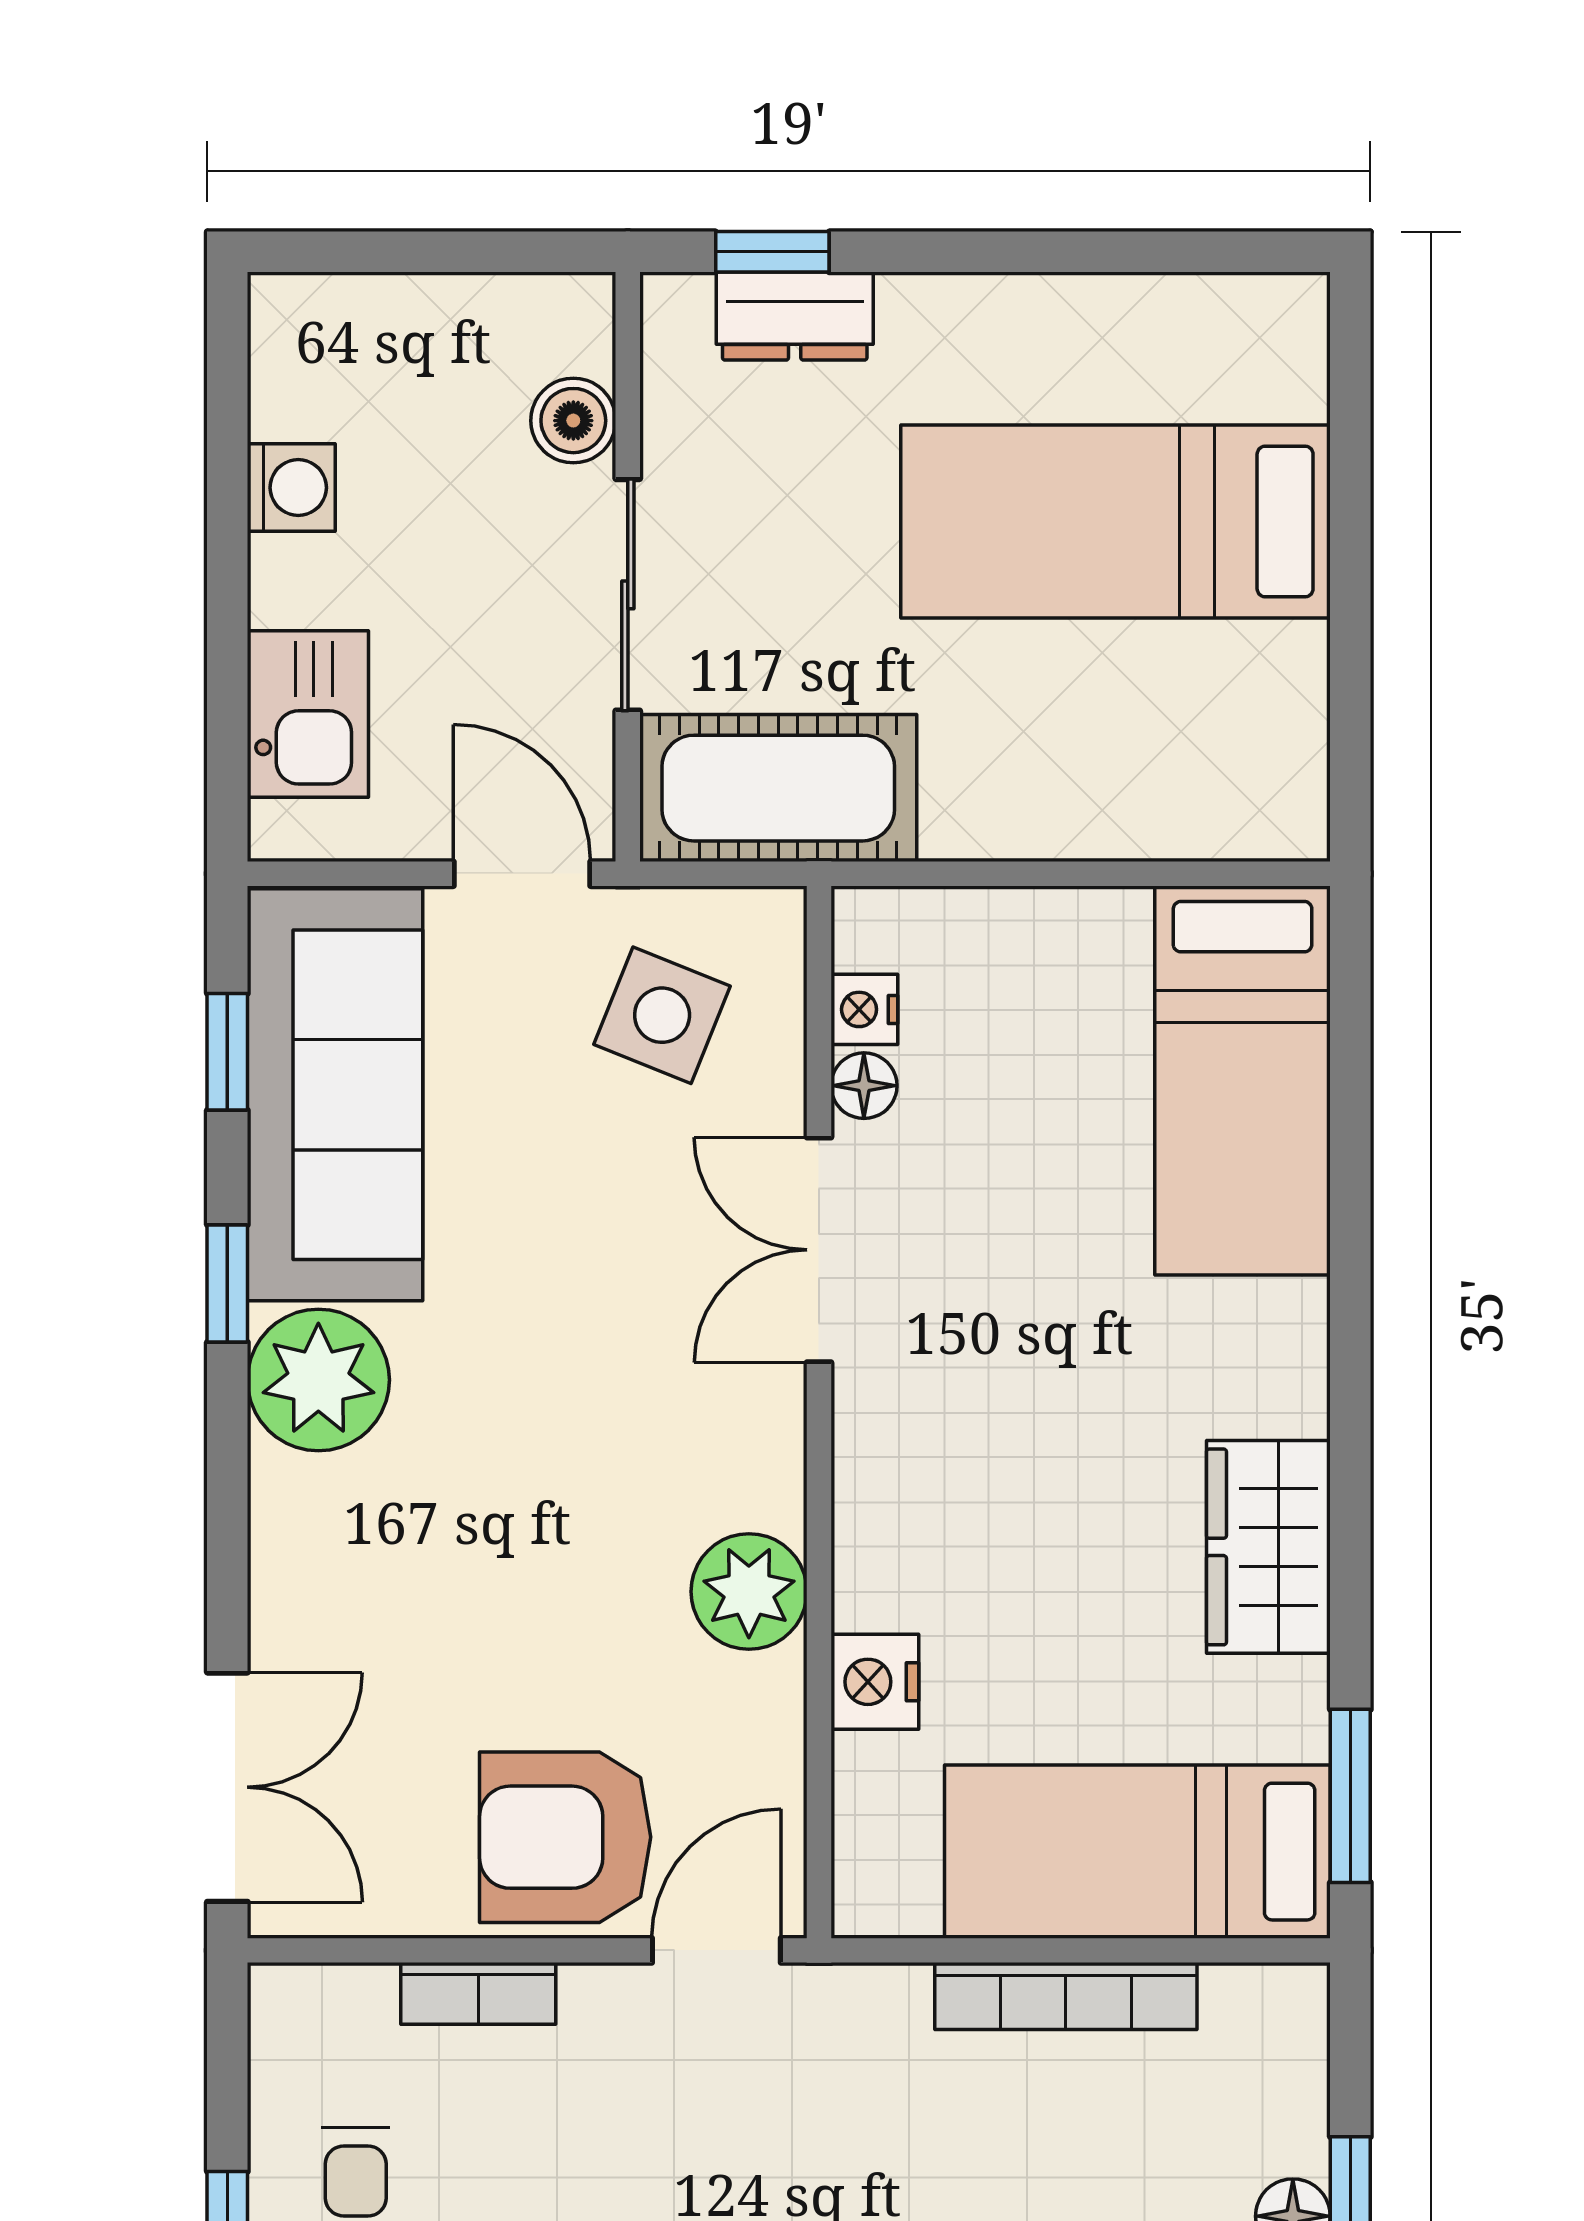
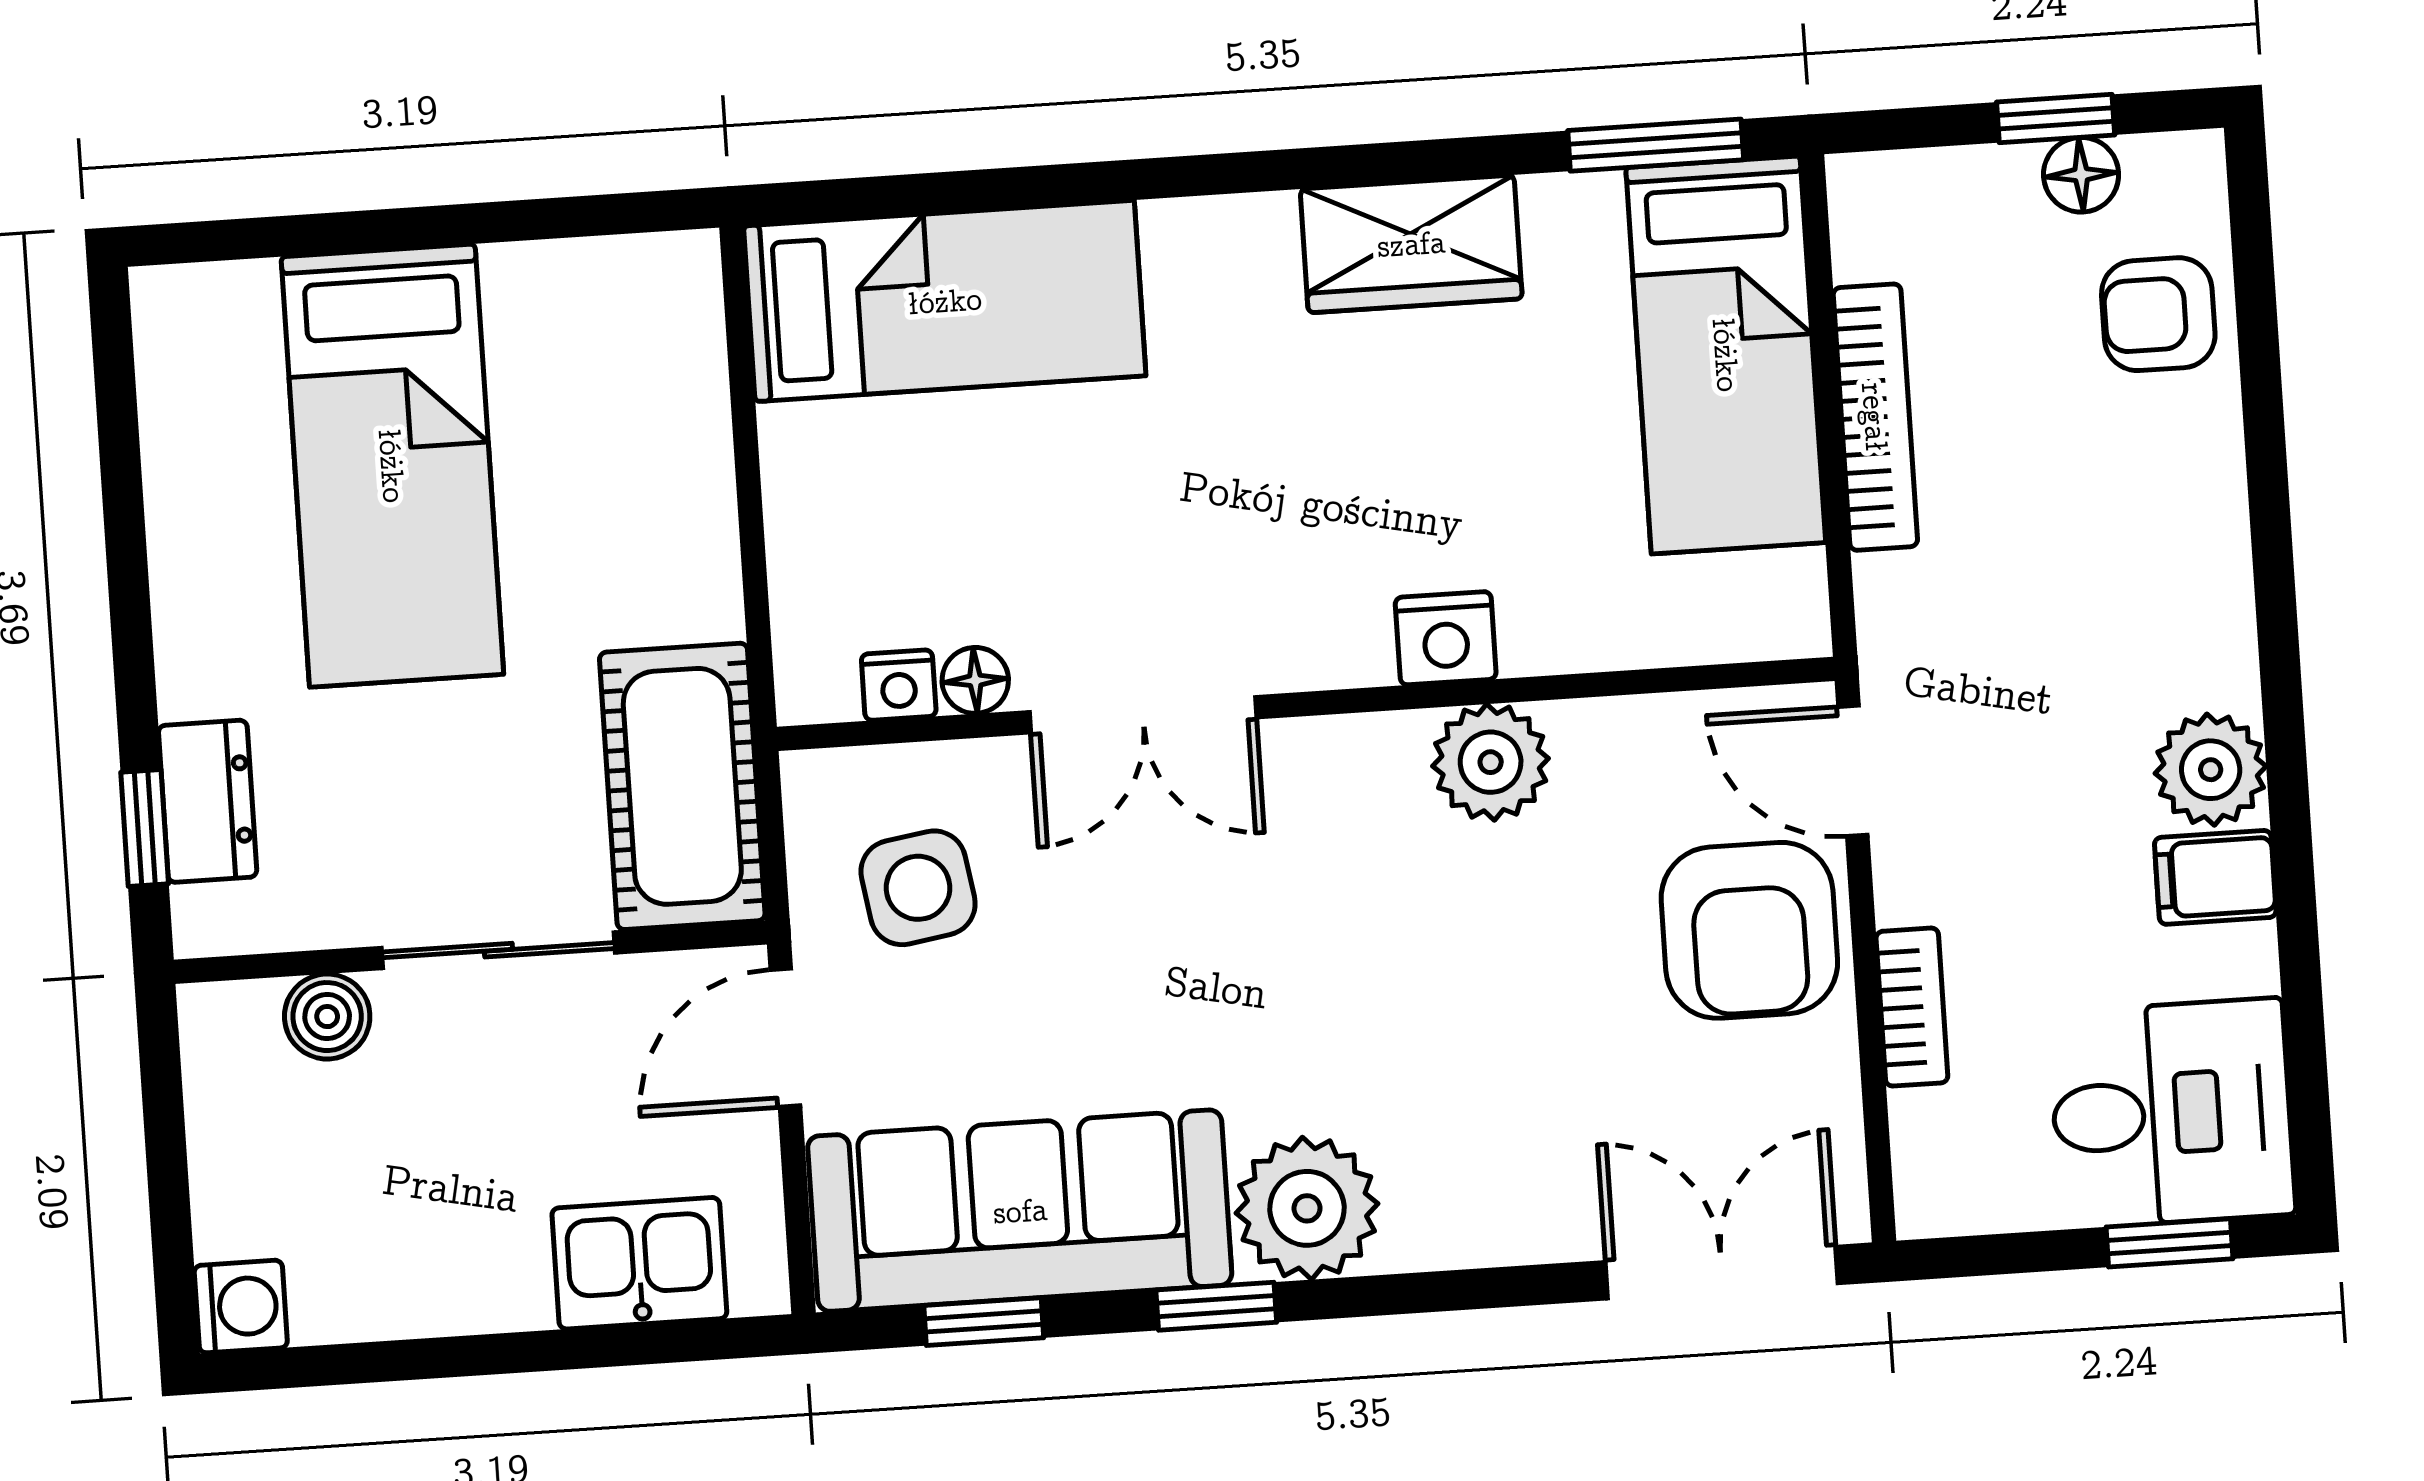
washing machine: (291, 488) -> (241, 1307), moved, turned 90
side table: (662, 1015) -> (918, 888), turned -31
nightstand: (875, 1682) -> (1446, 638), moved

